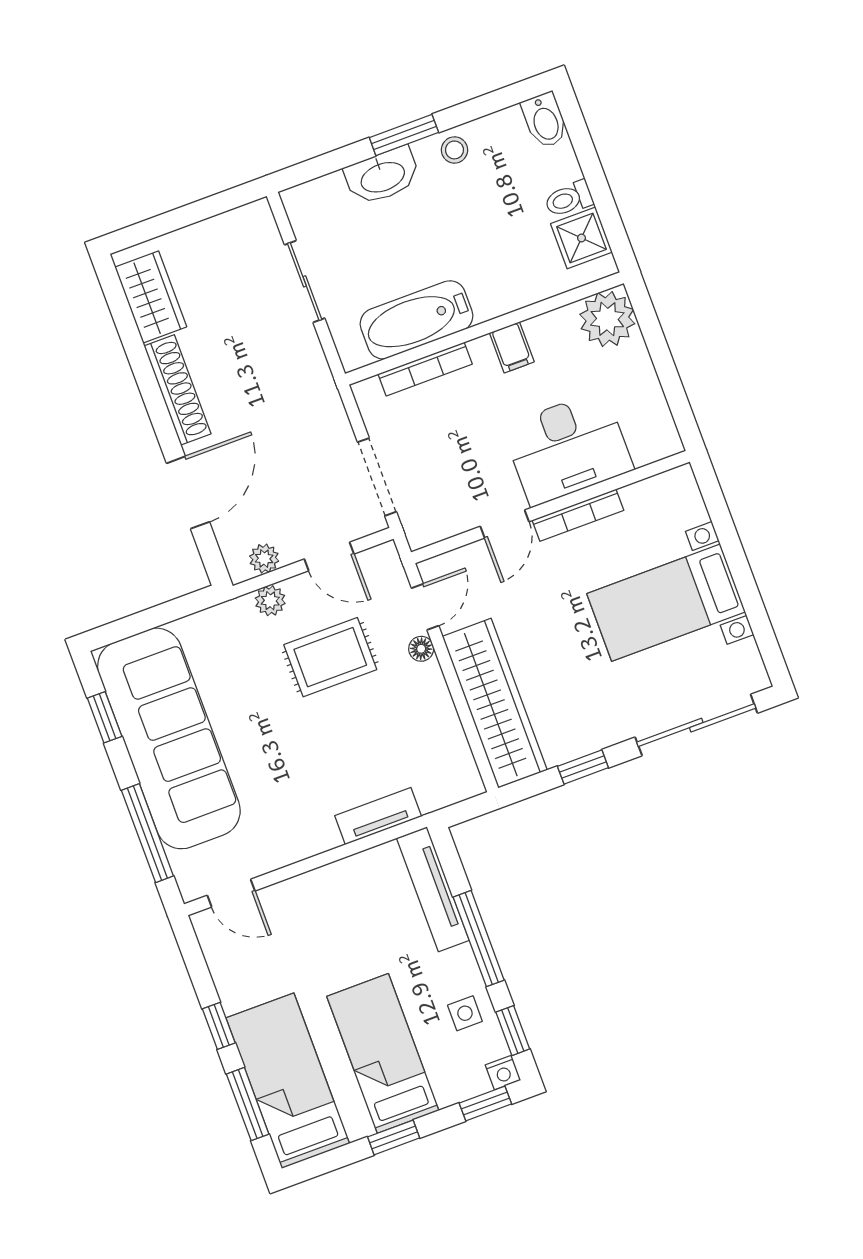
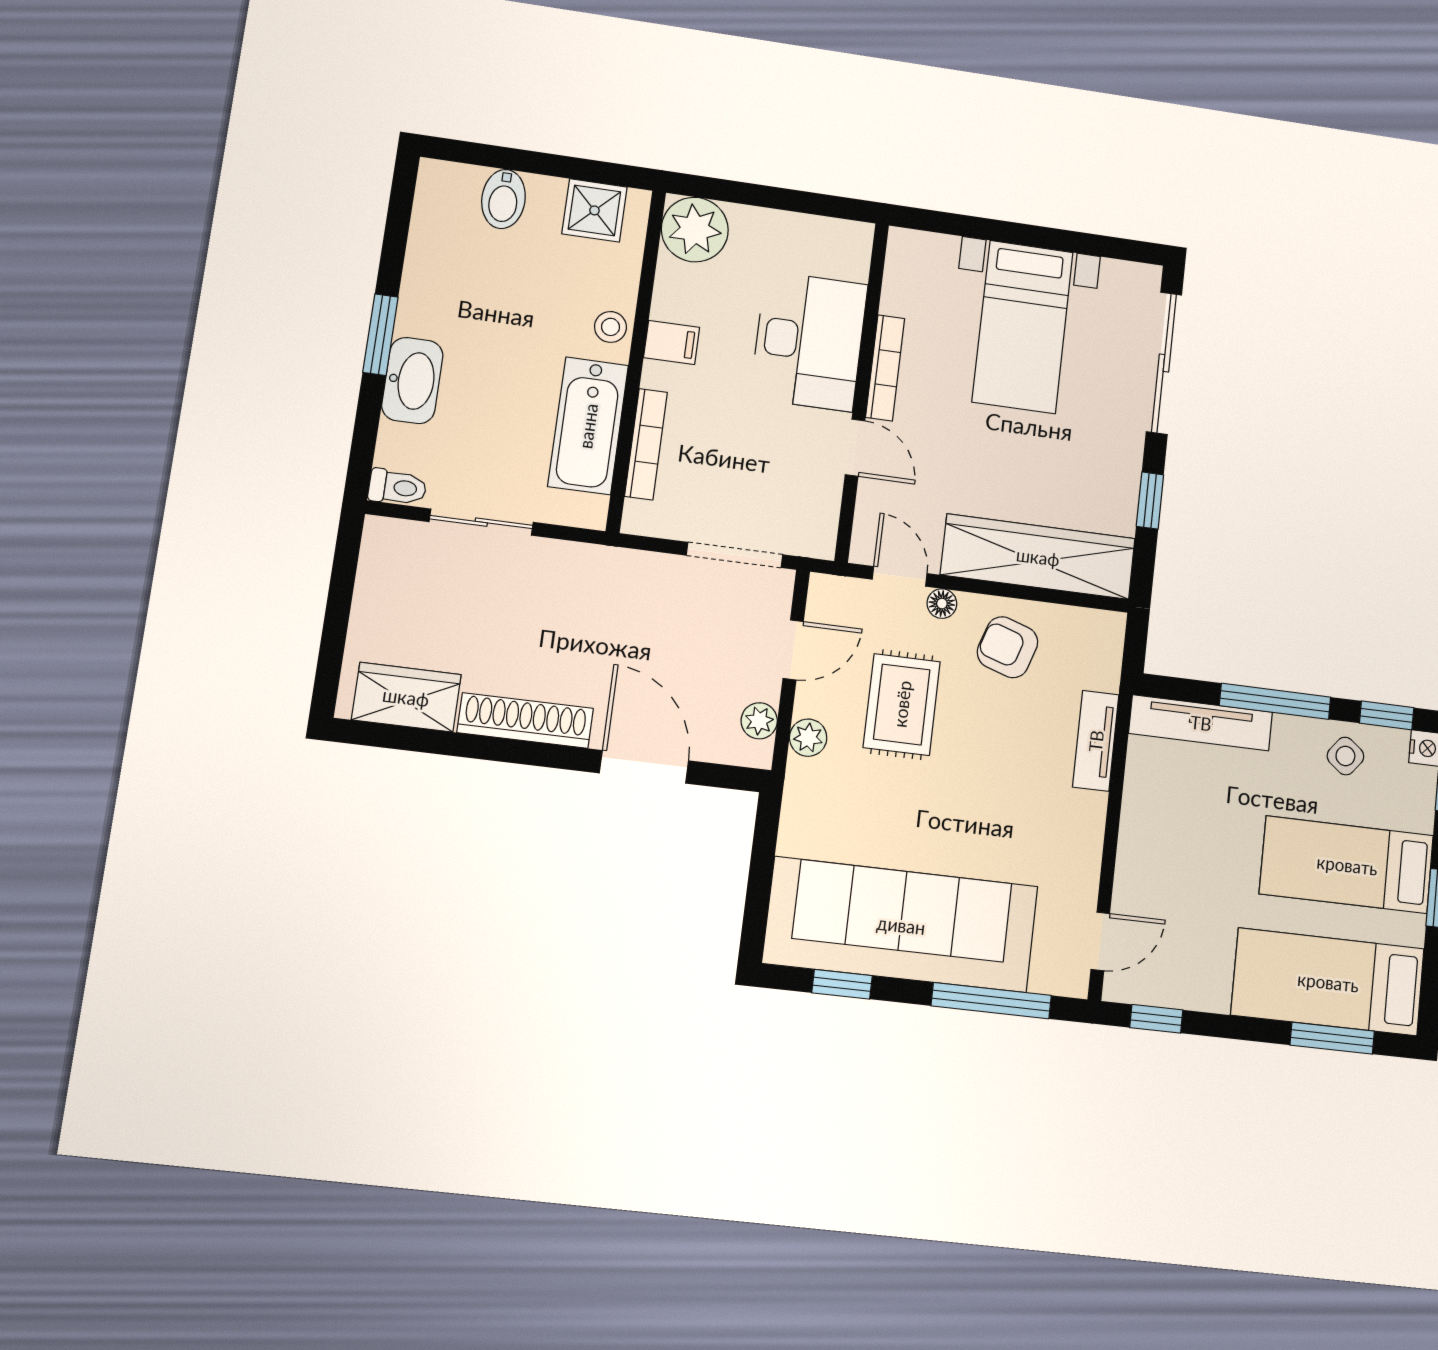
bidet: (545, 120) -> (504, 199), moved, turned 90
stool: (454, 150) -> (610, 327), moved
toilet: (569, 199) -> (397, 487), moved, turned -90
armchair: (414, 714) -> (1007, 647), added
side table: (465, 1013) -> (1345, 756), turned 38
window: (219, 1026) -> (1156, 1019), moved

